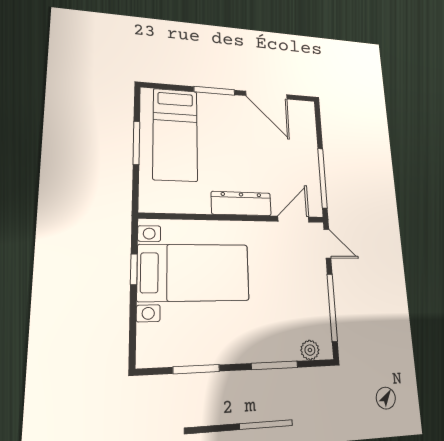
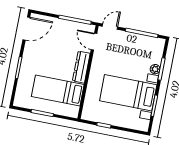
door: (267, 95) -> (26, 28), moved
bed: (175, 134) -> (58, 91), moved, turned 180
bed with nightstands: (194, 273) -> (128, 93), moved, turned -90
plant: (310, 350) -> (155, 69), moved

